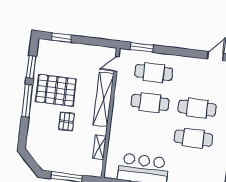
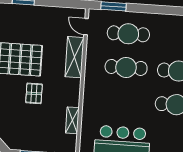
door: (116, 64) -> (86, 27), hinge flipped
shelving: (103, 99) -> (74, 57), width x0.68

